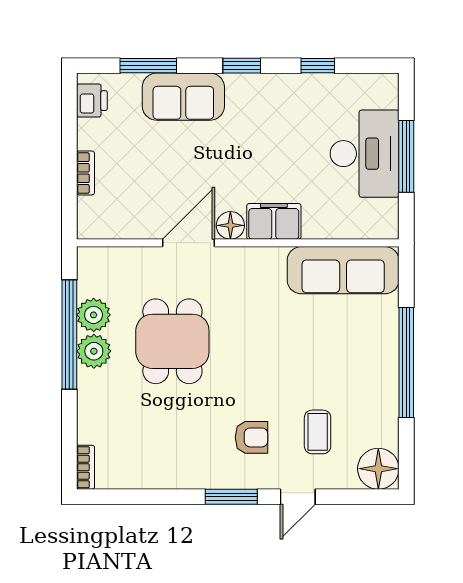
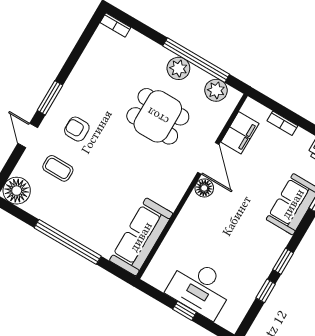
window: (242, 66) -> (283, 261), moved
window: (406, 156) -> (185, 311), width x0.46
filing cabinet: (274, 221) -> (240, 133), moved
plant: (94, 315) -> (216, 90), moved
armchair: (251, 437) -> (77, 129), turned 90

